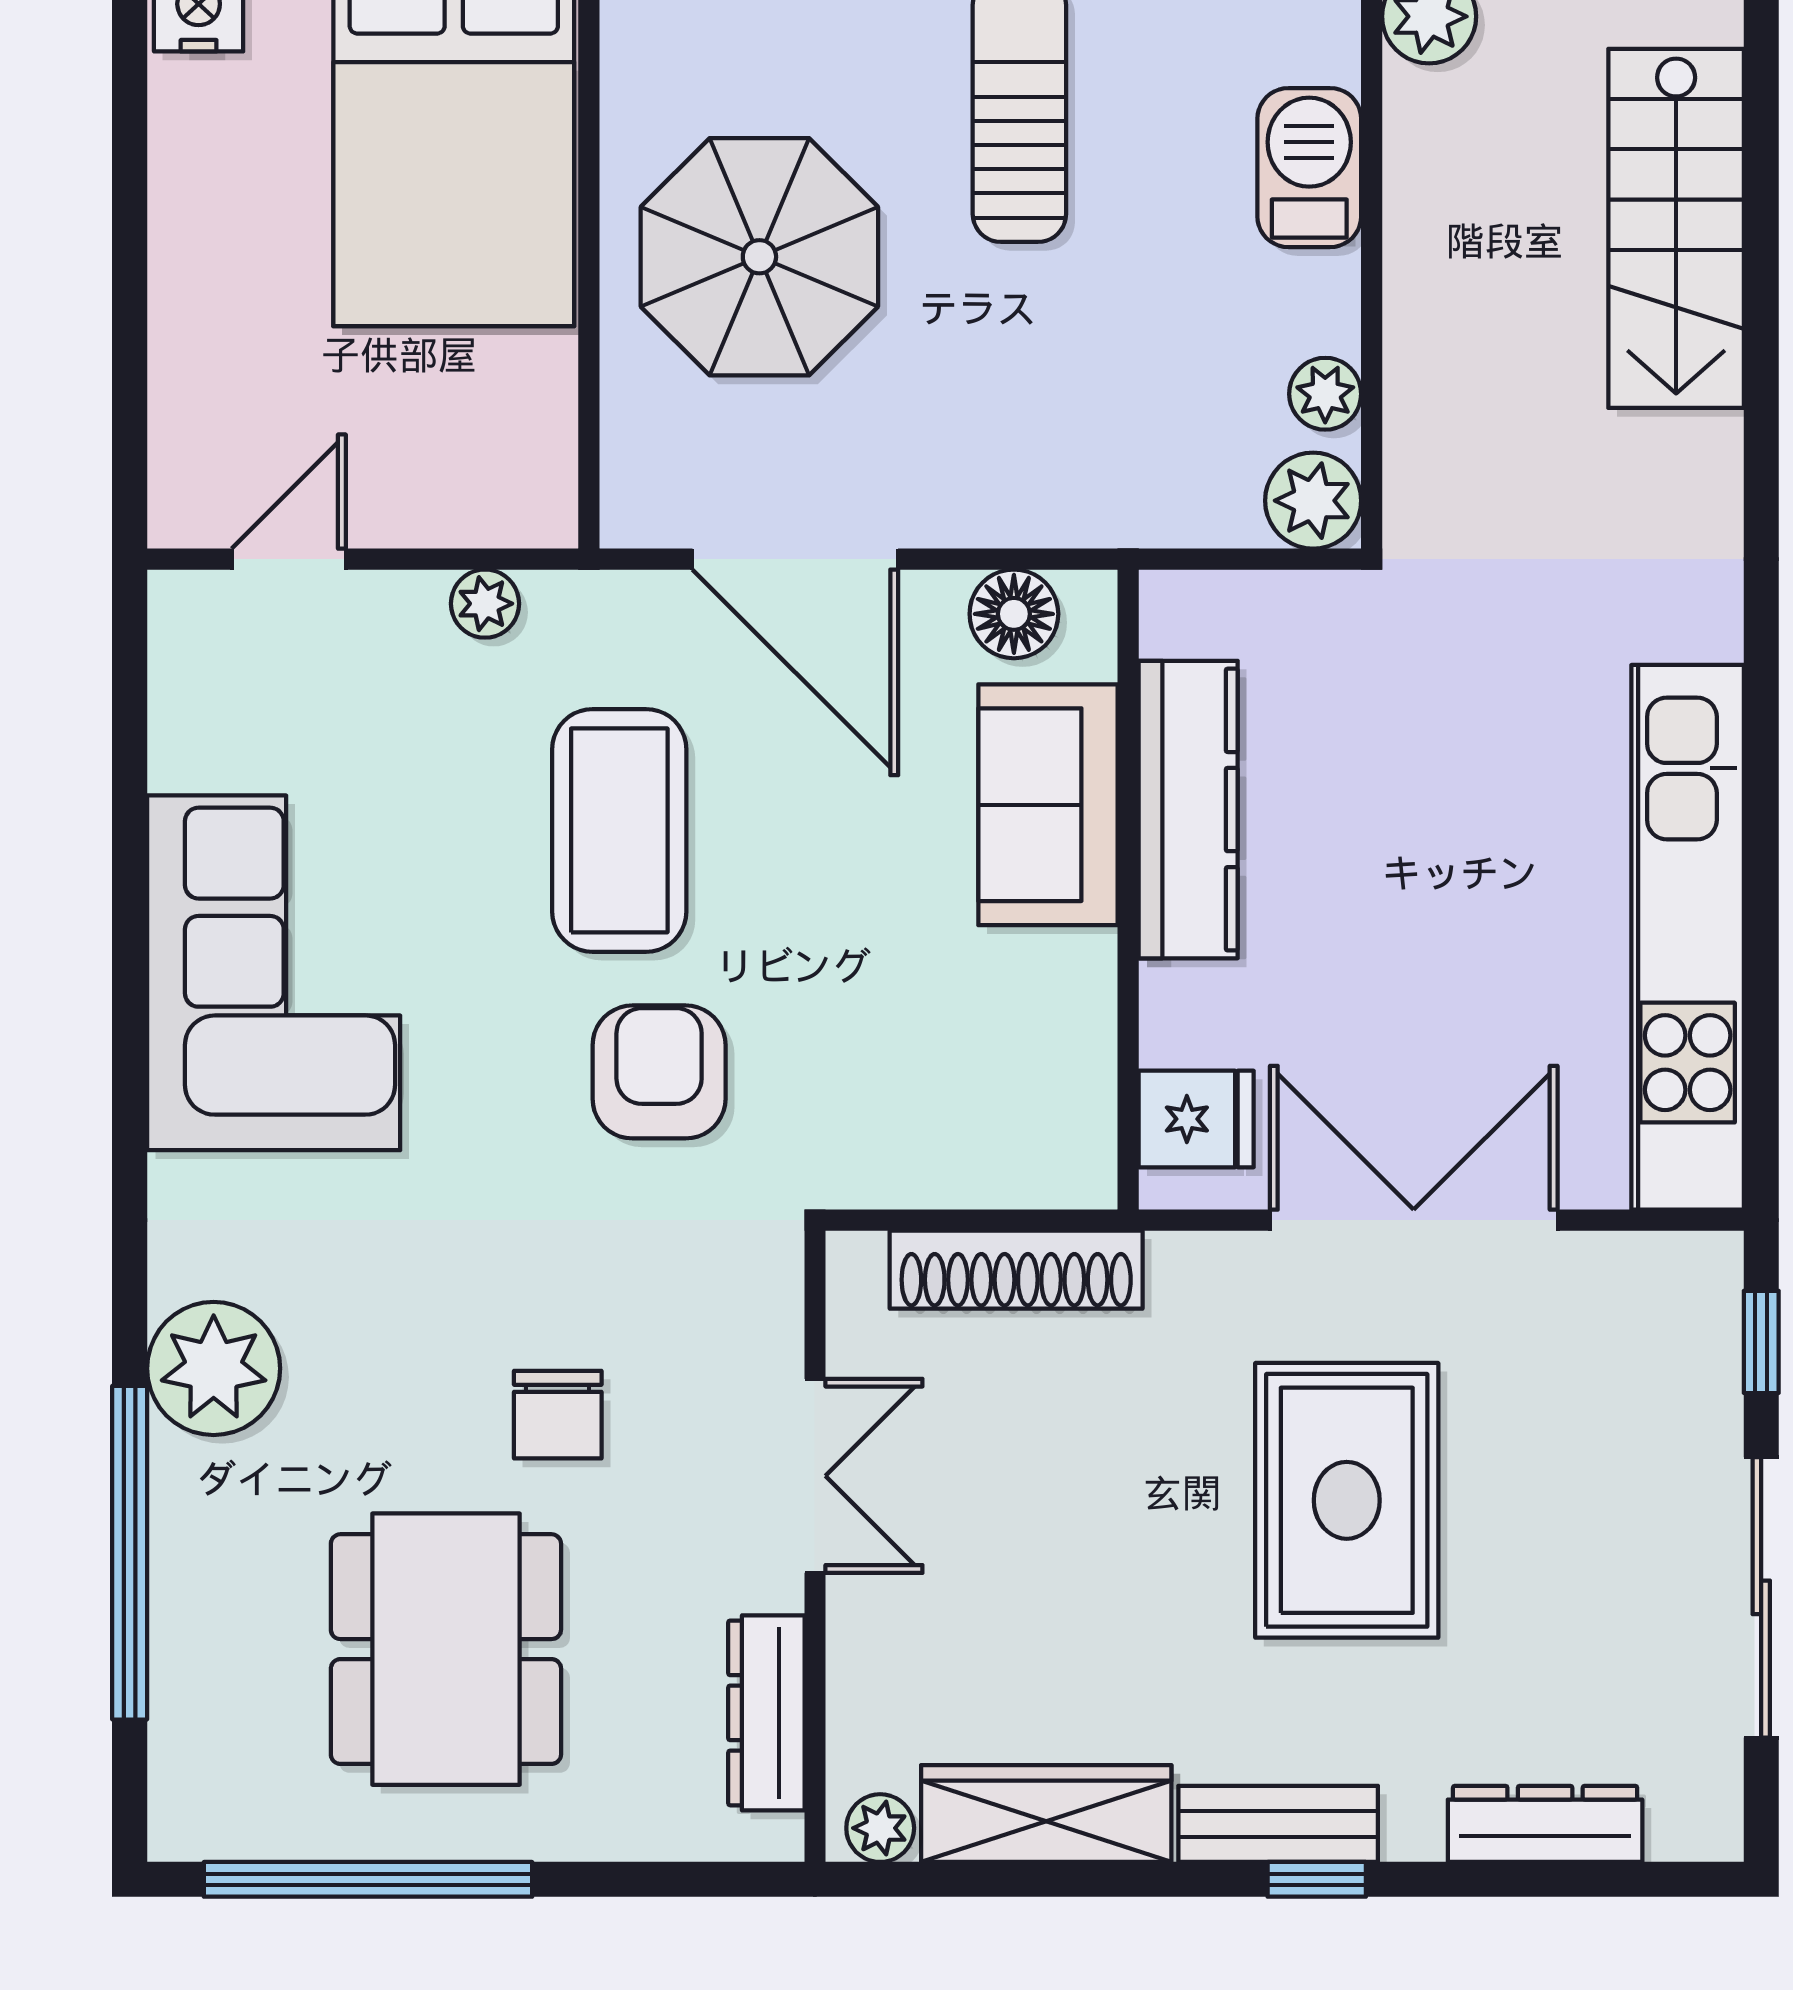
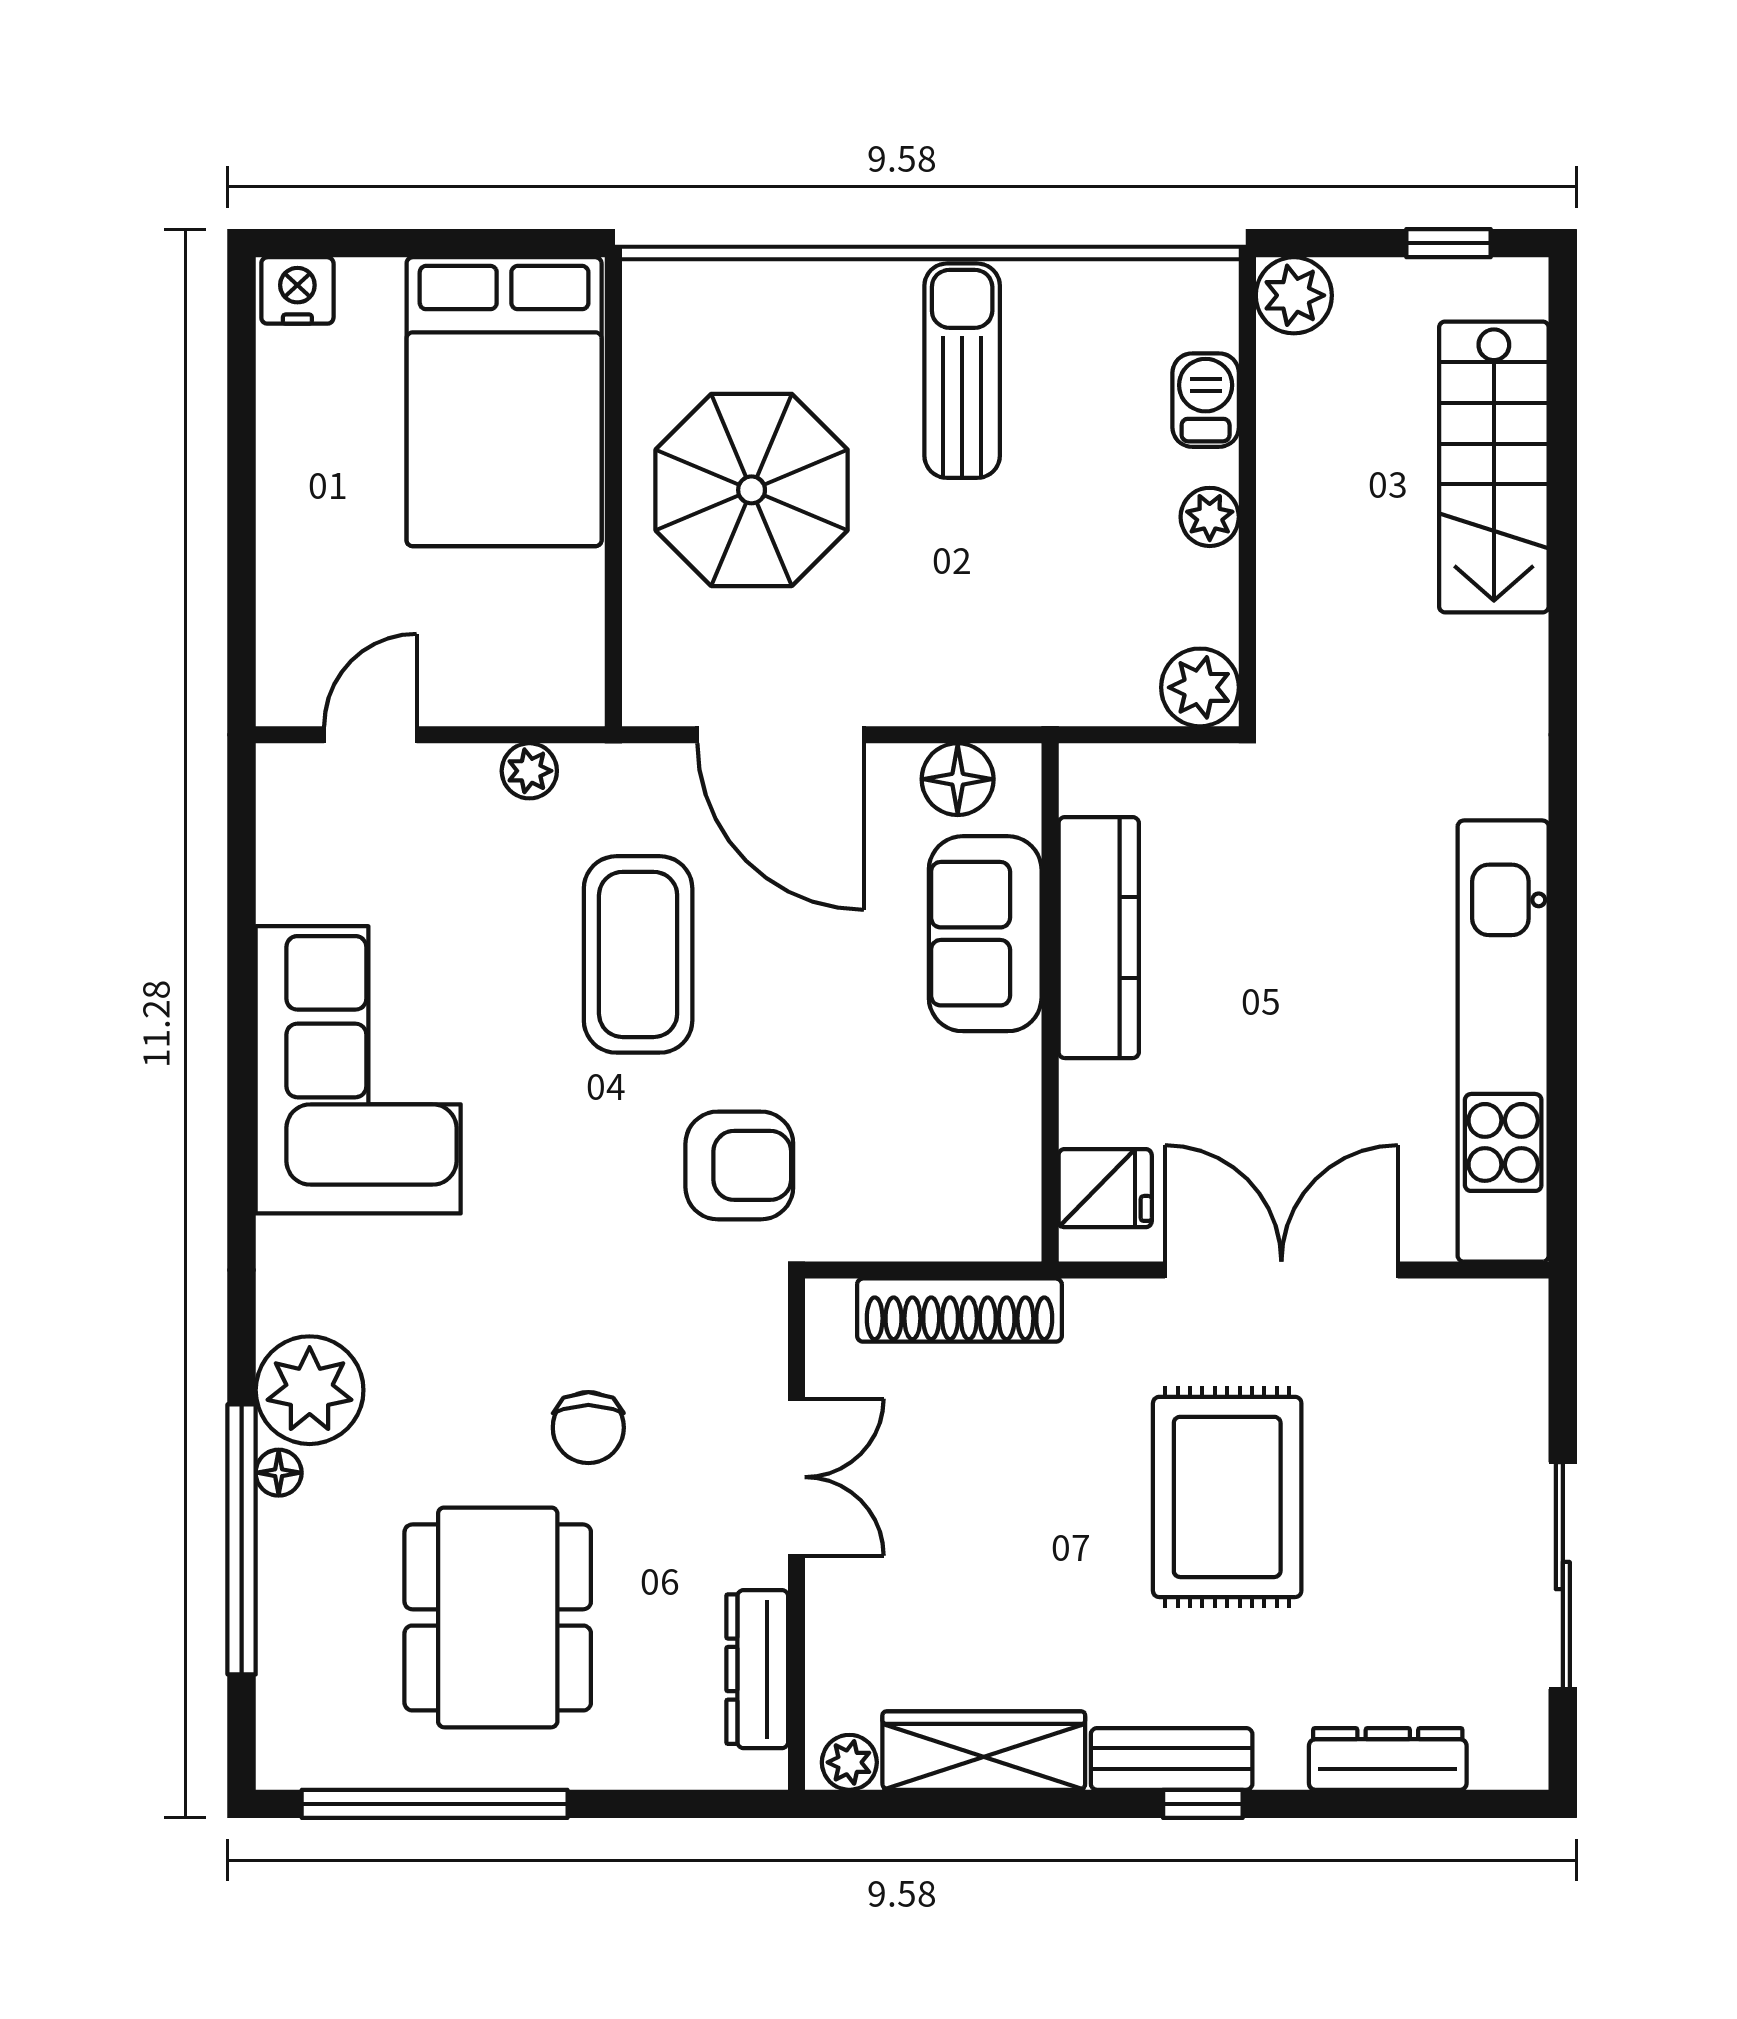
barbecue: (1309, 168) -> (1206, 400), width x0.73, depth x0.79
plant: (1325, 394) -> (1210, 517), moved
armchair: (659, 1072) -> (739, 1165), moved, turned 90
window: (1761, 1342) -> (1563, 1369), removed
floor lamp: (175, 1470) -> (279, 1473), added

